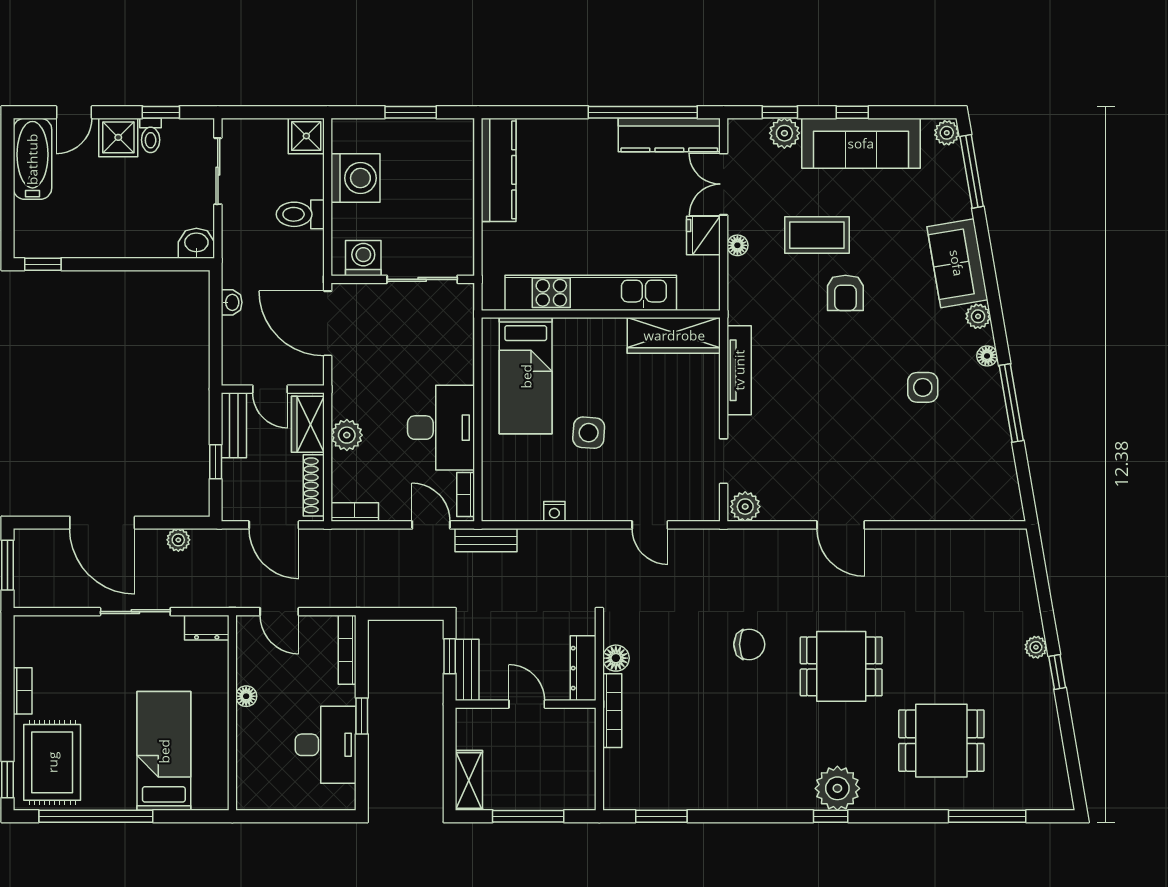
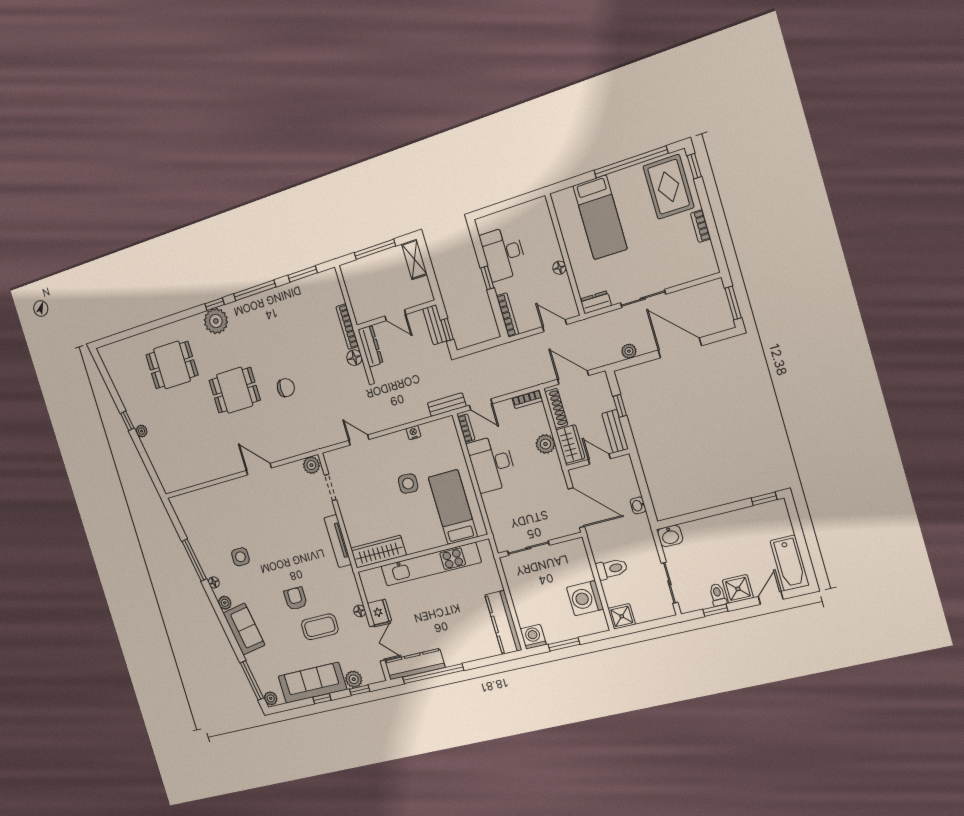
washing machine: (363, 258) -> (533, 637), moved, turned 180
chair: (749, 644) -> (286, 388), turned 180
window: (987, 816) -> (255, 290), moved

